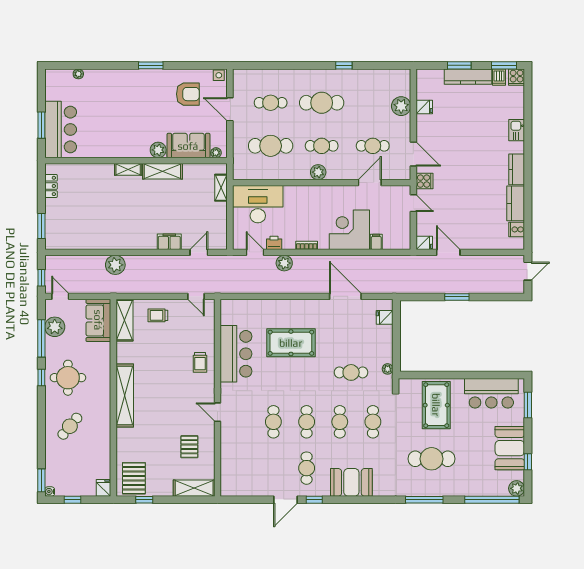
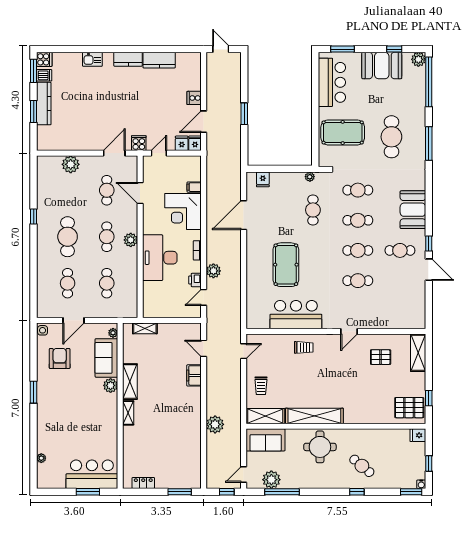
fridge: (424, 107) -> (182, 143), moved
cafe table: (271, 146) -> (107, 283), width x0.73, depth x0.74
desk: (258, 204) -> (160, 258), moved
cooker: (517, 229) -> (194, 98), moved, turned 90
window: (41, 377) -> (357, 492), moved
round table: (68, 378) -> (320, 447), moved
shelving: (125, 396) -> (314, 416), moved

